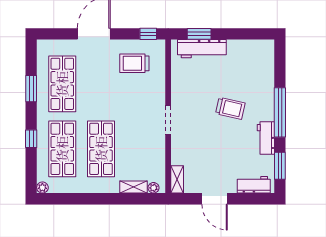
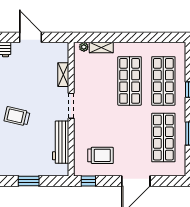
window: (199, 34) -> (29, 181), moved
workbench: (202, 49) -> (61, 142), moved, turned -90
shelving: (177, 179) -> (63, 75), moved
plant: (42, 188) -> (181, 47), removed

